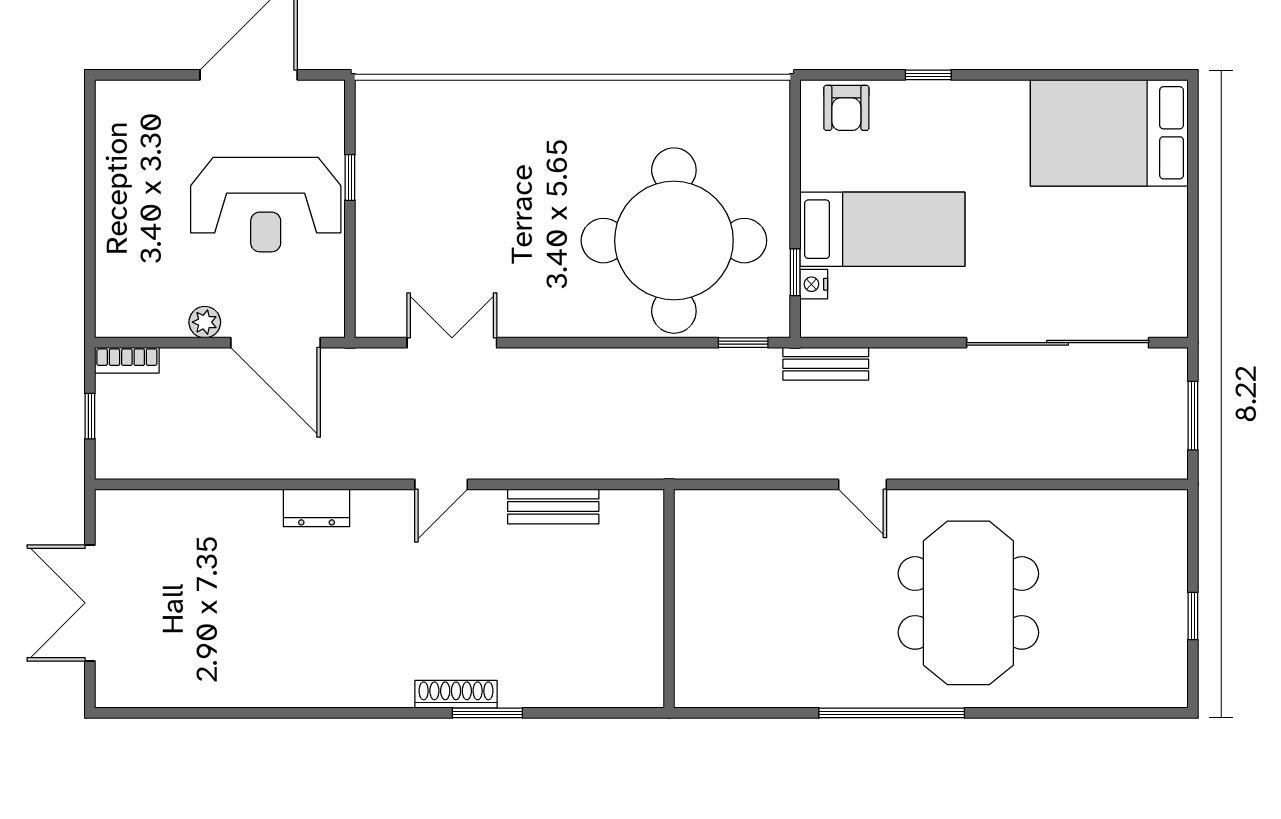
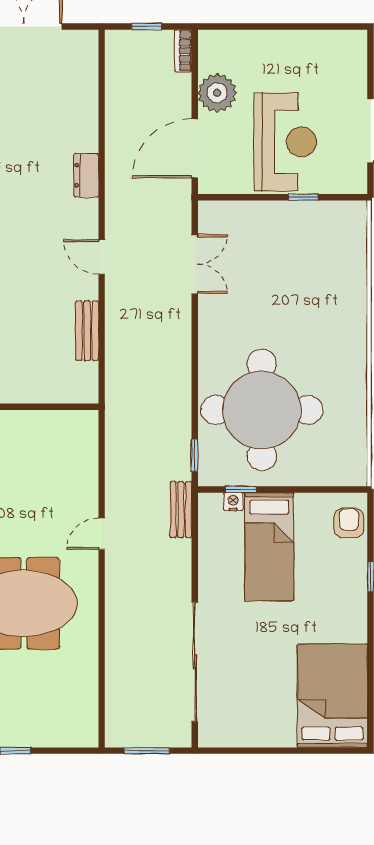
armchair: (846, 108) -> (349, 523), turned 90
reception desk: (266, 205) -> (285, 142), turned 180
plant: (205, 322) -> (217, 93), width x1.88, depth x1.88

